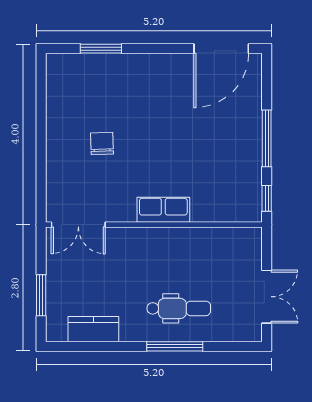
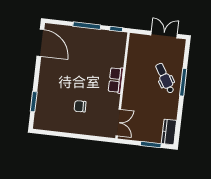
dental chair: (179, 308) -> (165, 78), turned -31
kitchen counter: (93, 329) -> (169, 132), moved

